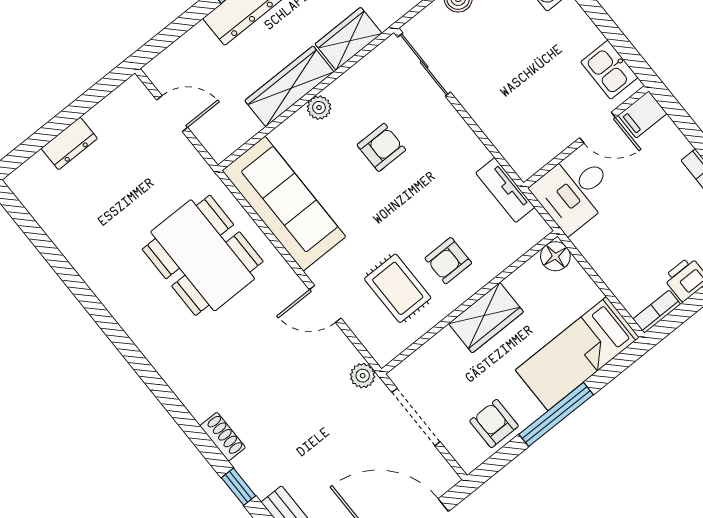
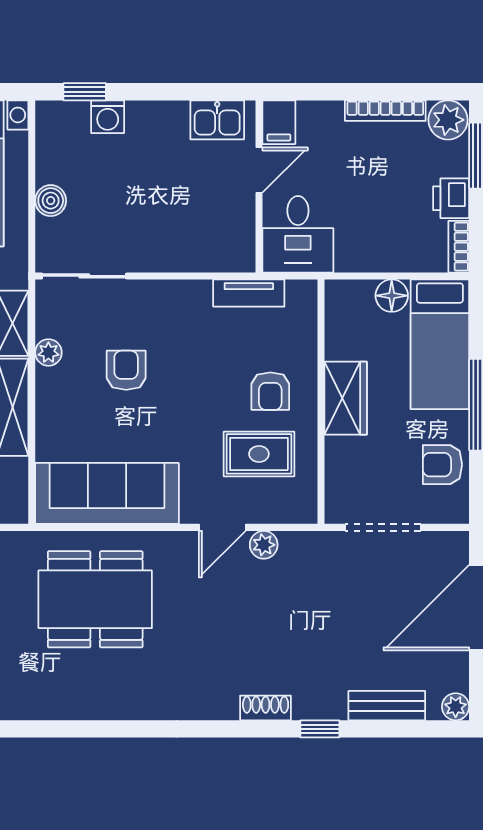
plant: (319, 108) -> (48, 352), moved
floor lamp: (555, 256) -> (392, 296), moved
plant: (363, 376) -> (264, 545), moved

